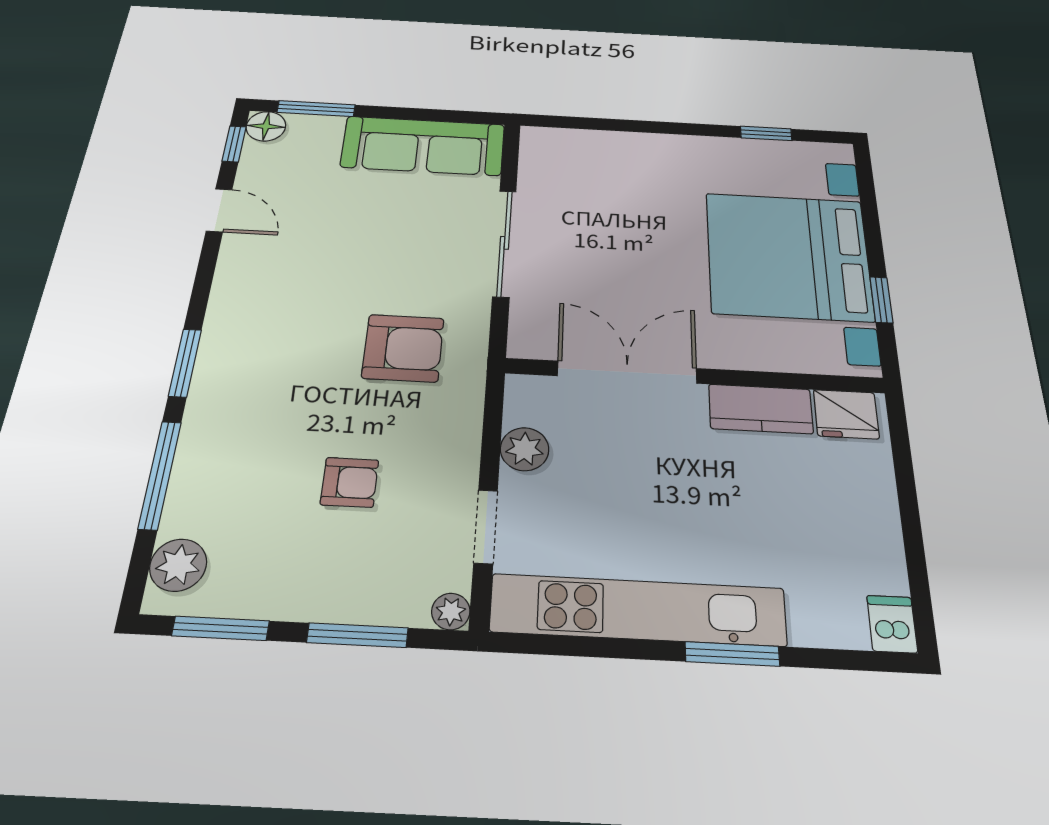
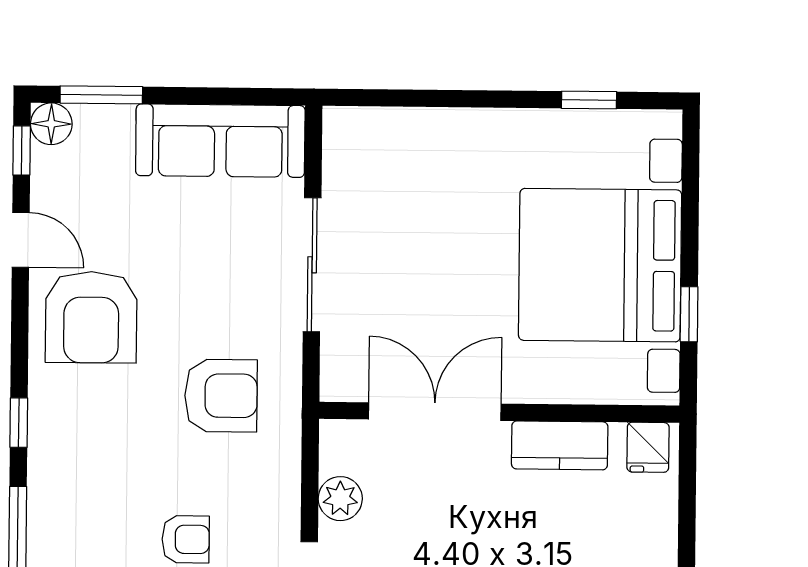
armchair: (278, 275) -> (91, 317), added
window: (185, 363) -> (19, 423), width x0.67
fridge: (846, 414) -> (648, 447), width x0.72

